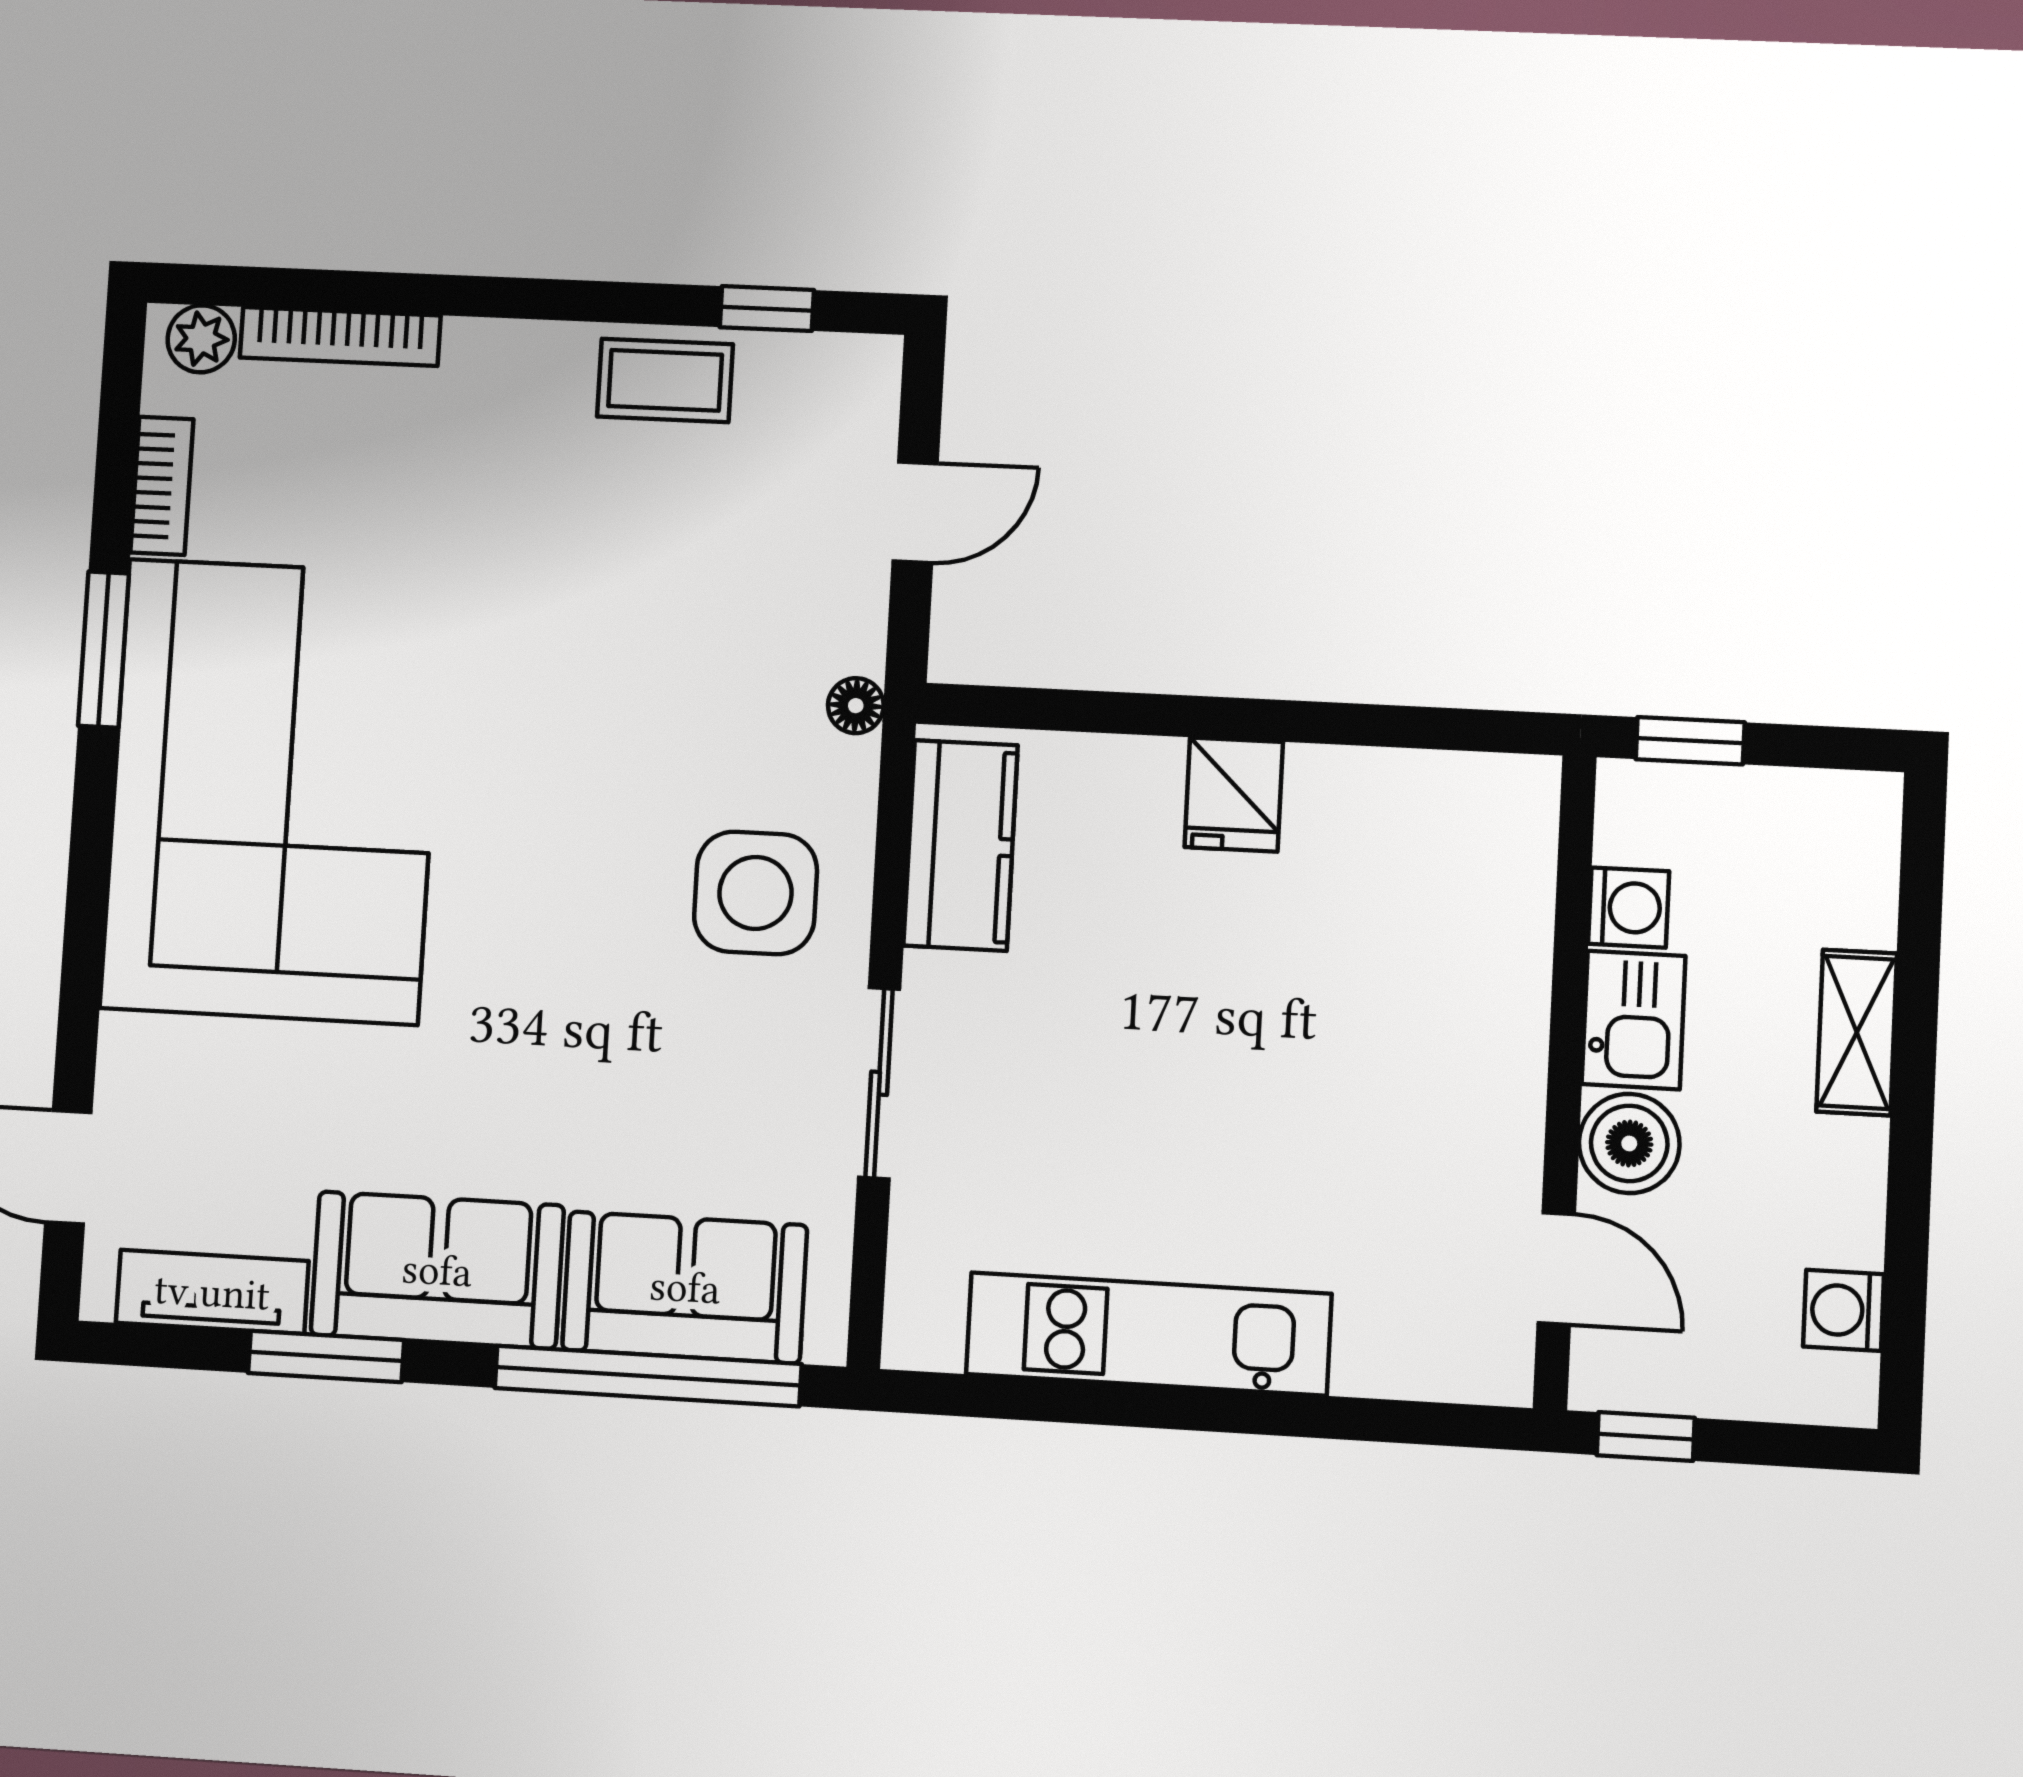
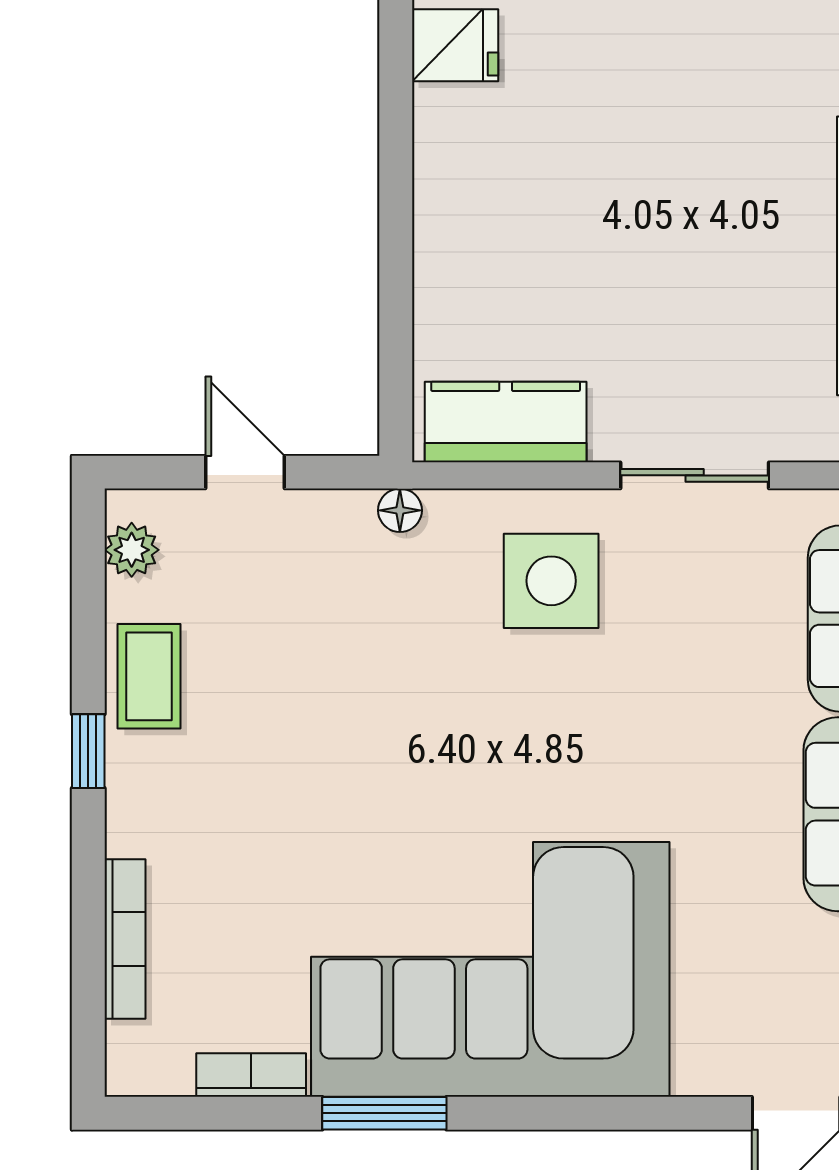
window: (767, 309) -> (88, 751), moved
plant: (201, 339) -> (132, 550), moved
fridge: (1234, 795) -> (455, 45), moved

